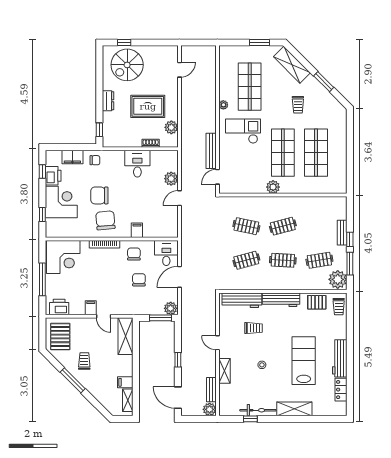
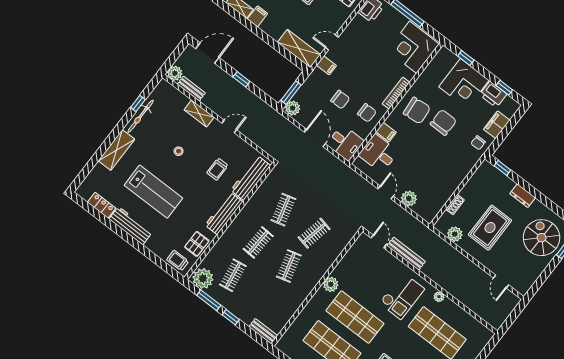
desk: (137, 164) -> (378, 153), moved, turned 180
bench: (342, 233) -> (263, 331), moved
filing cabinet: (91, 308) -> (326, 65), moved

